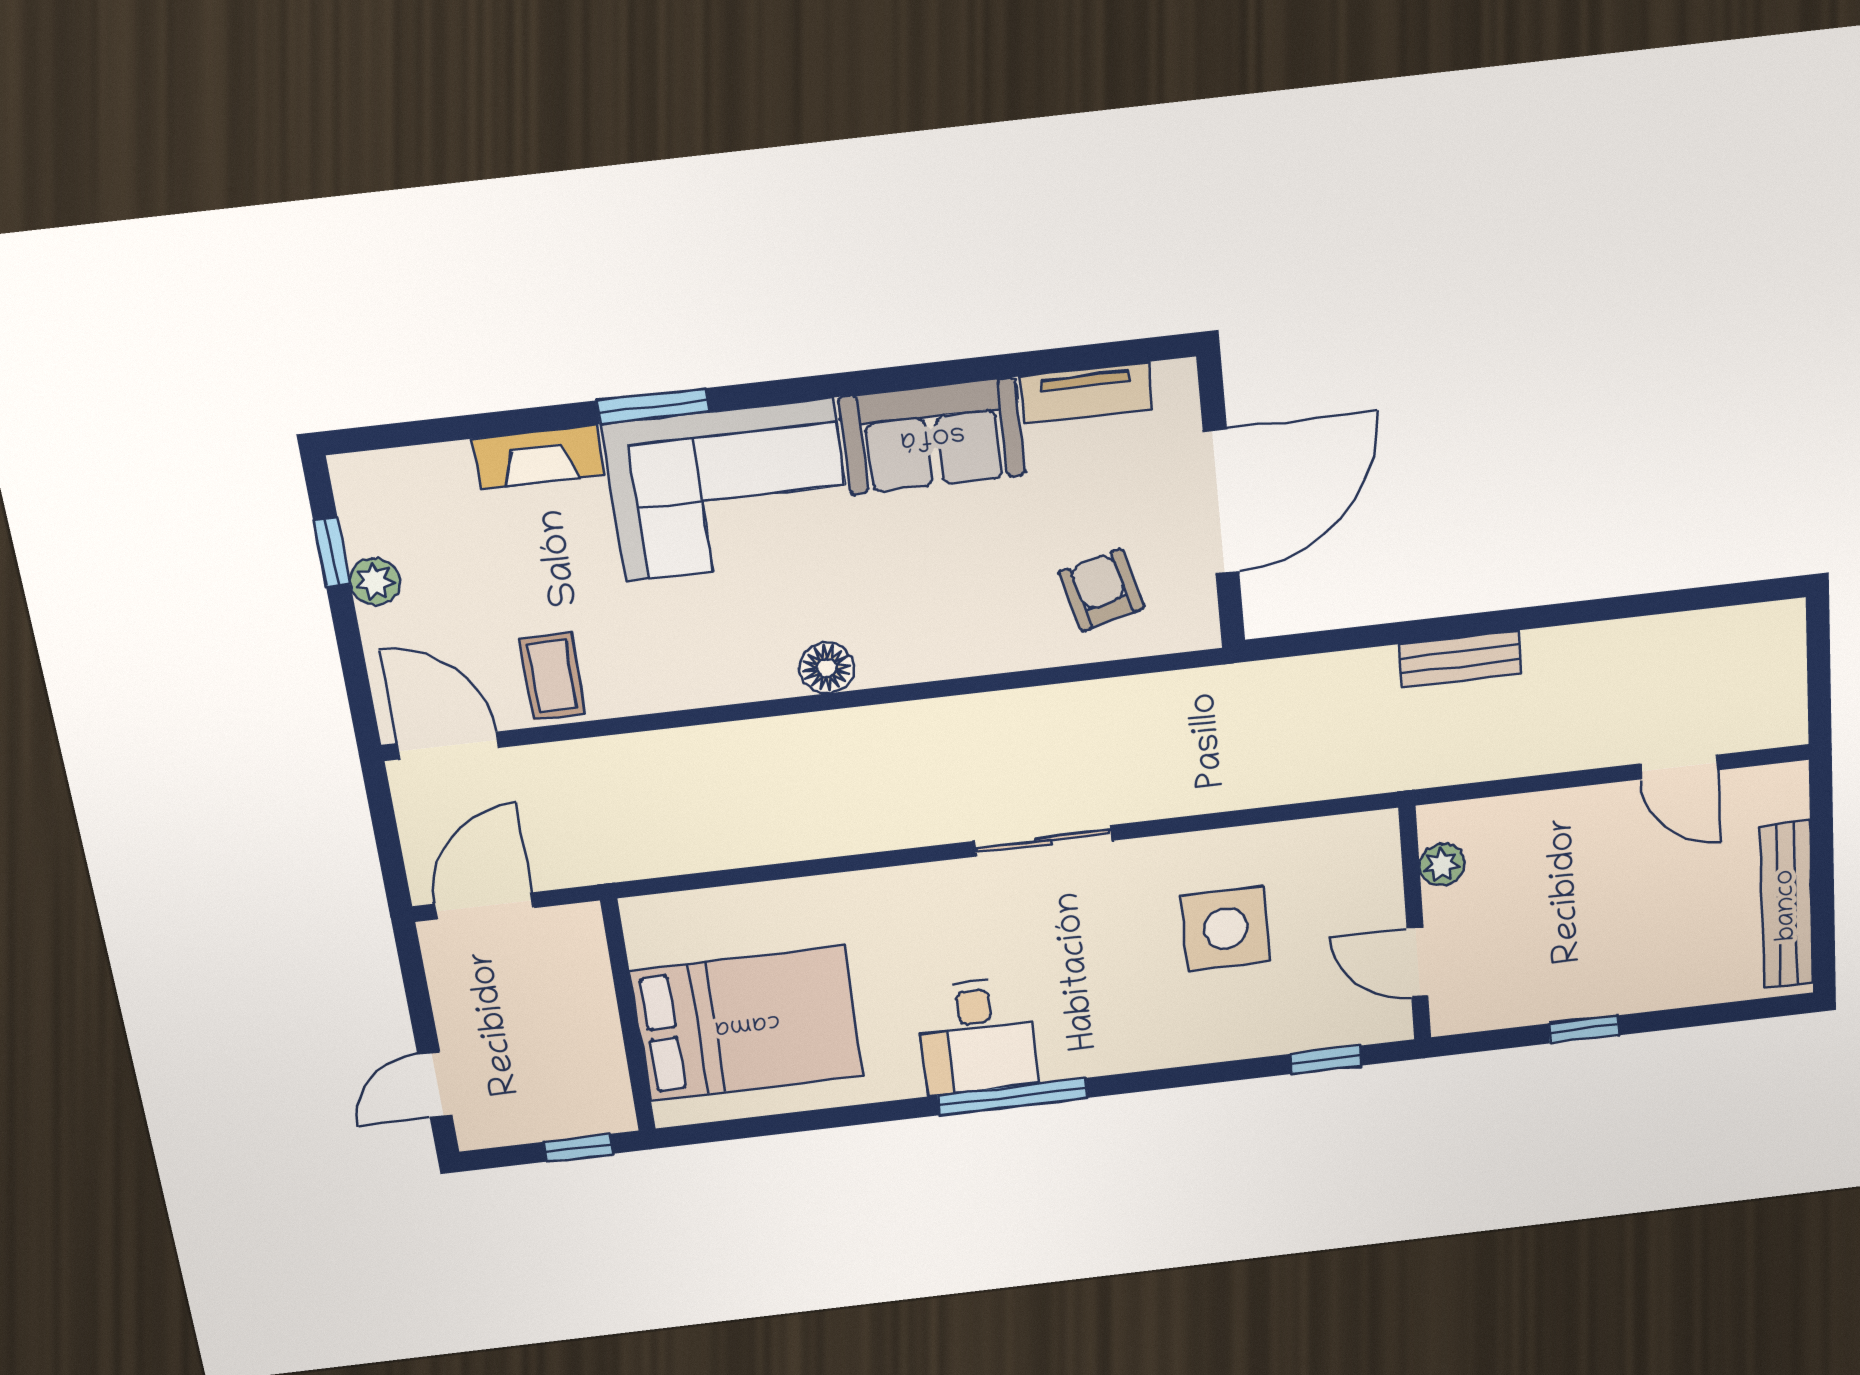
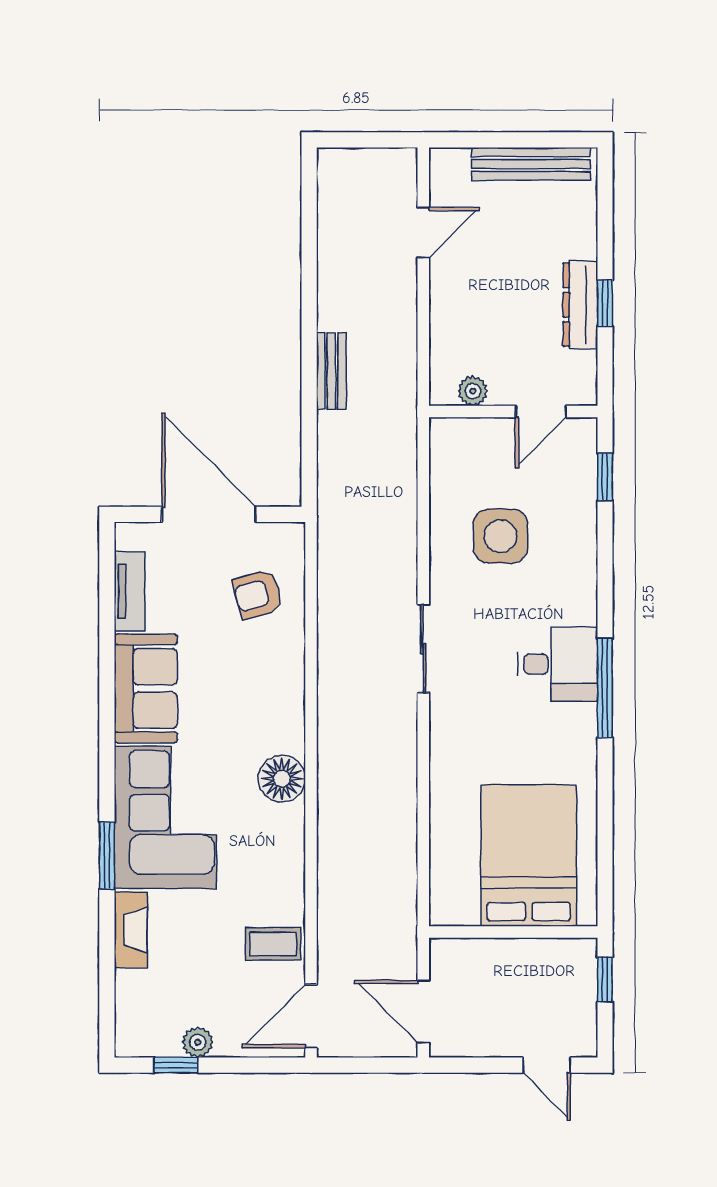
floor lamp: (827, 668) -> (282, 779), width x1.38, depth x1.38
dresser: (1580, 997) -> (580, 305), added
desk: (977, 1036) -> (557, 664), moved

